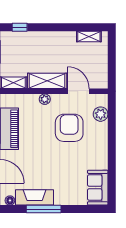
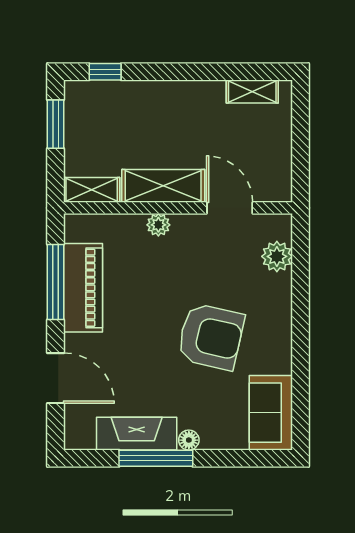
armchair: (69, 128) -> (211, 337), moved, turned 103
floor lamp: (10, 200) -> (189, 440), moved

